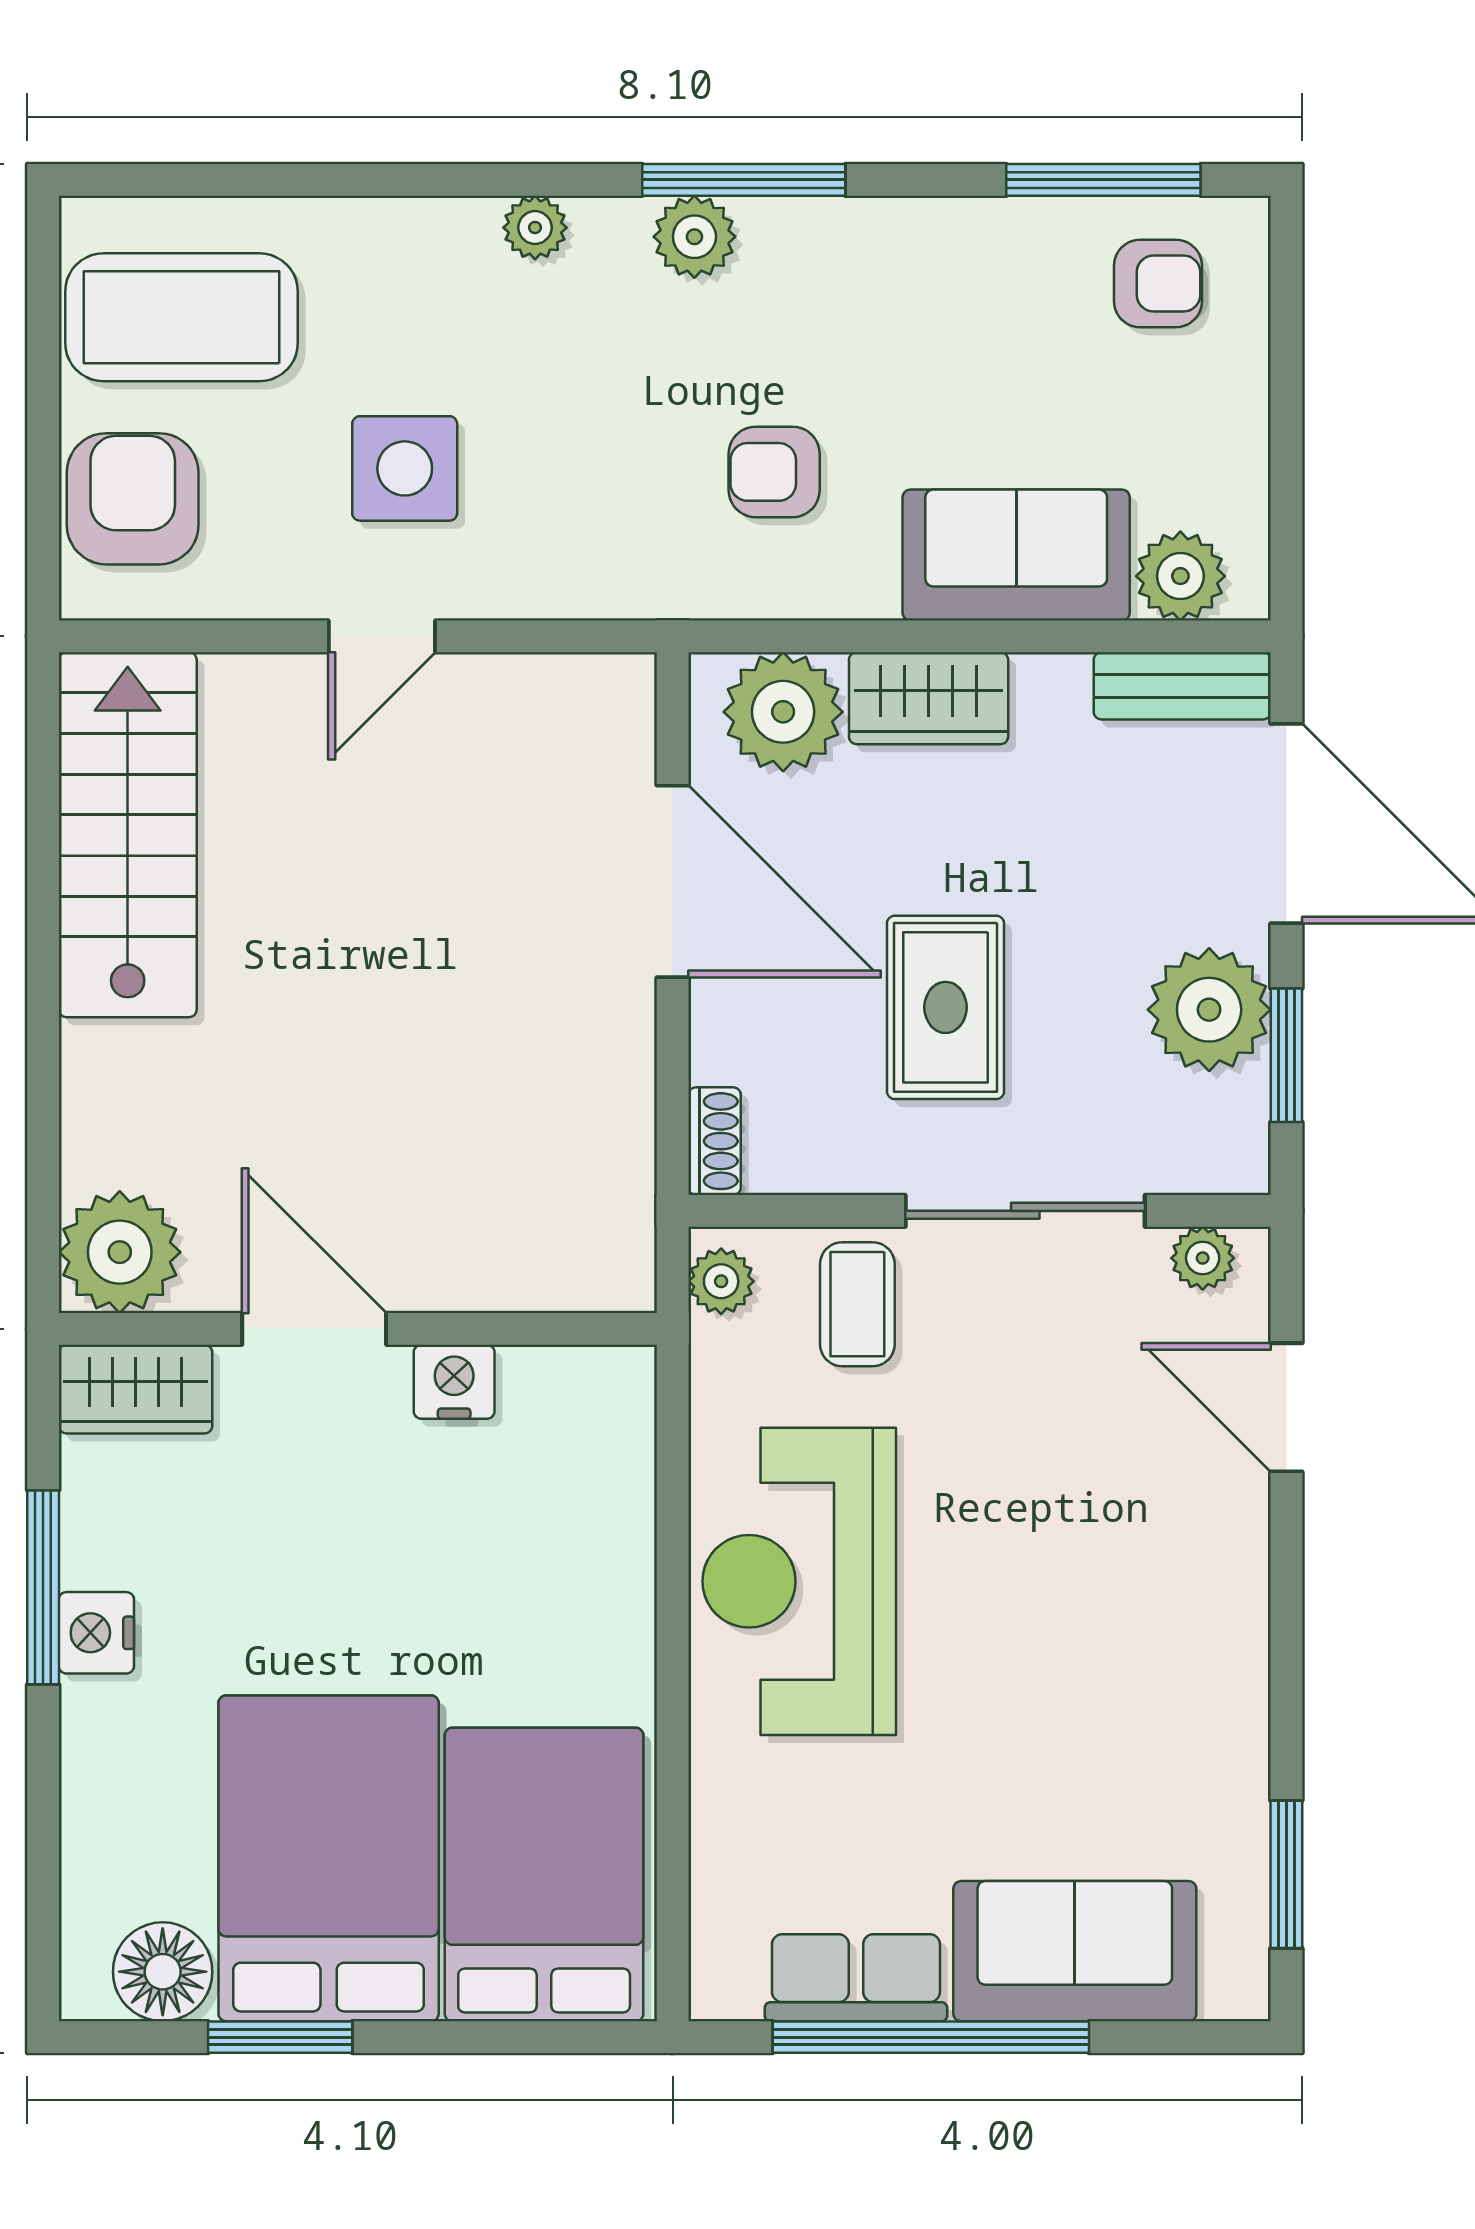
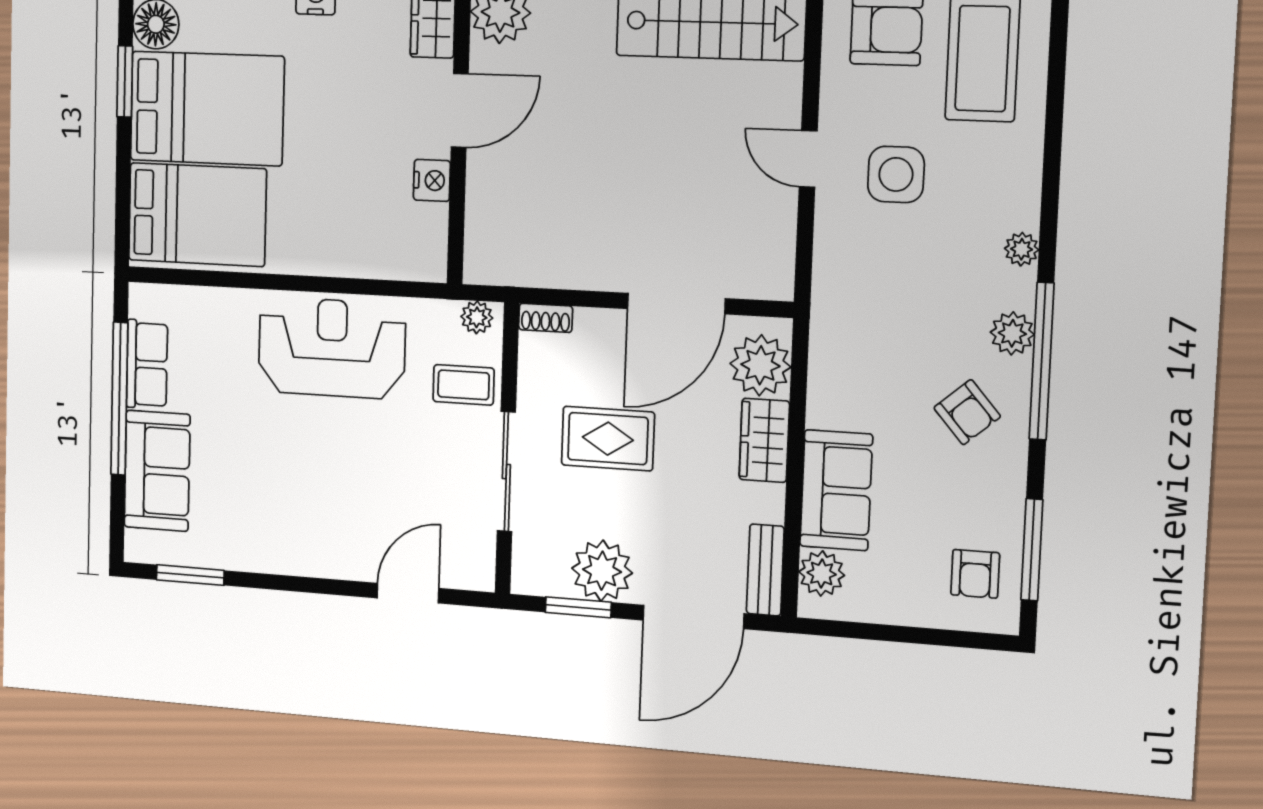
window: (744, 180) -> (1042, 361), width x1.46
armchair: (774, 472) -> (967, 412), moved, turned 139
plant: (1203, 1258) -> (481, 558), removed

